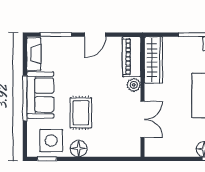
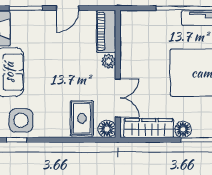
wardrobe: (153, 60) -> (149, 128), moved, turned -90
rug: (81, 113) -> (82, 118), moved
floor lamp: (79, 149) -> (107, 129), moved

